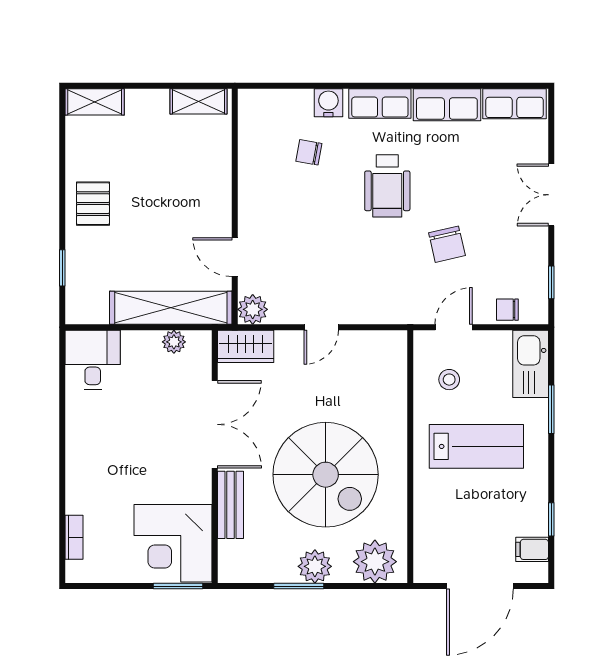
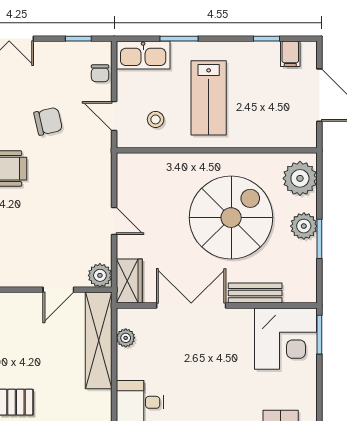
lab bench: (476, 446) -> (209, 98), turned 180

